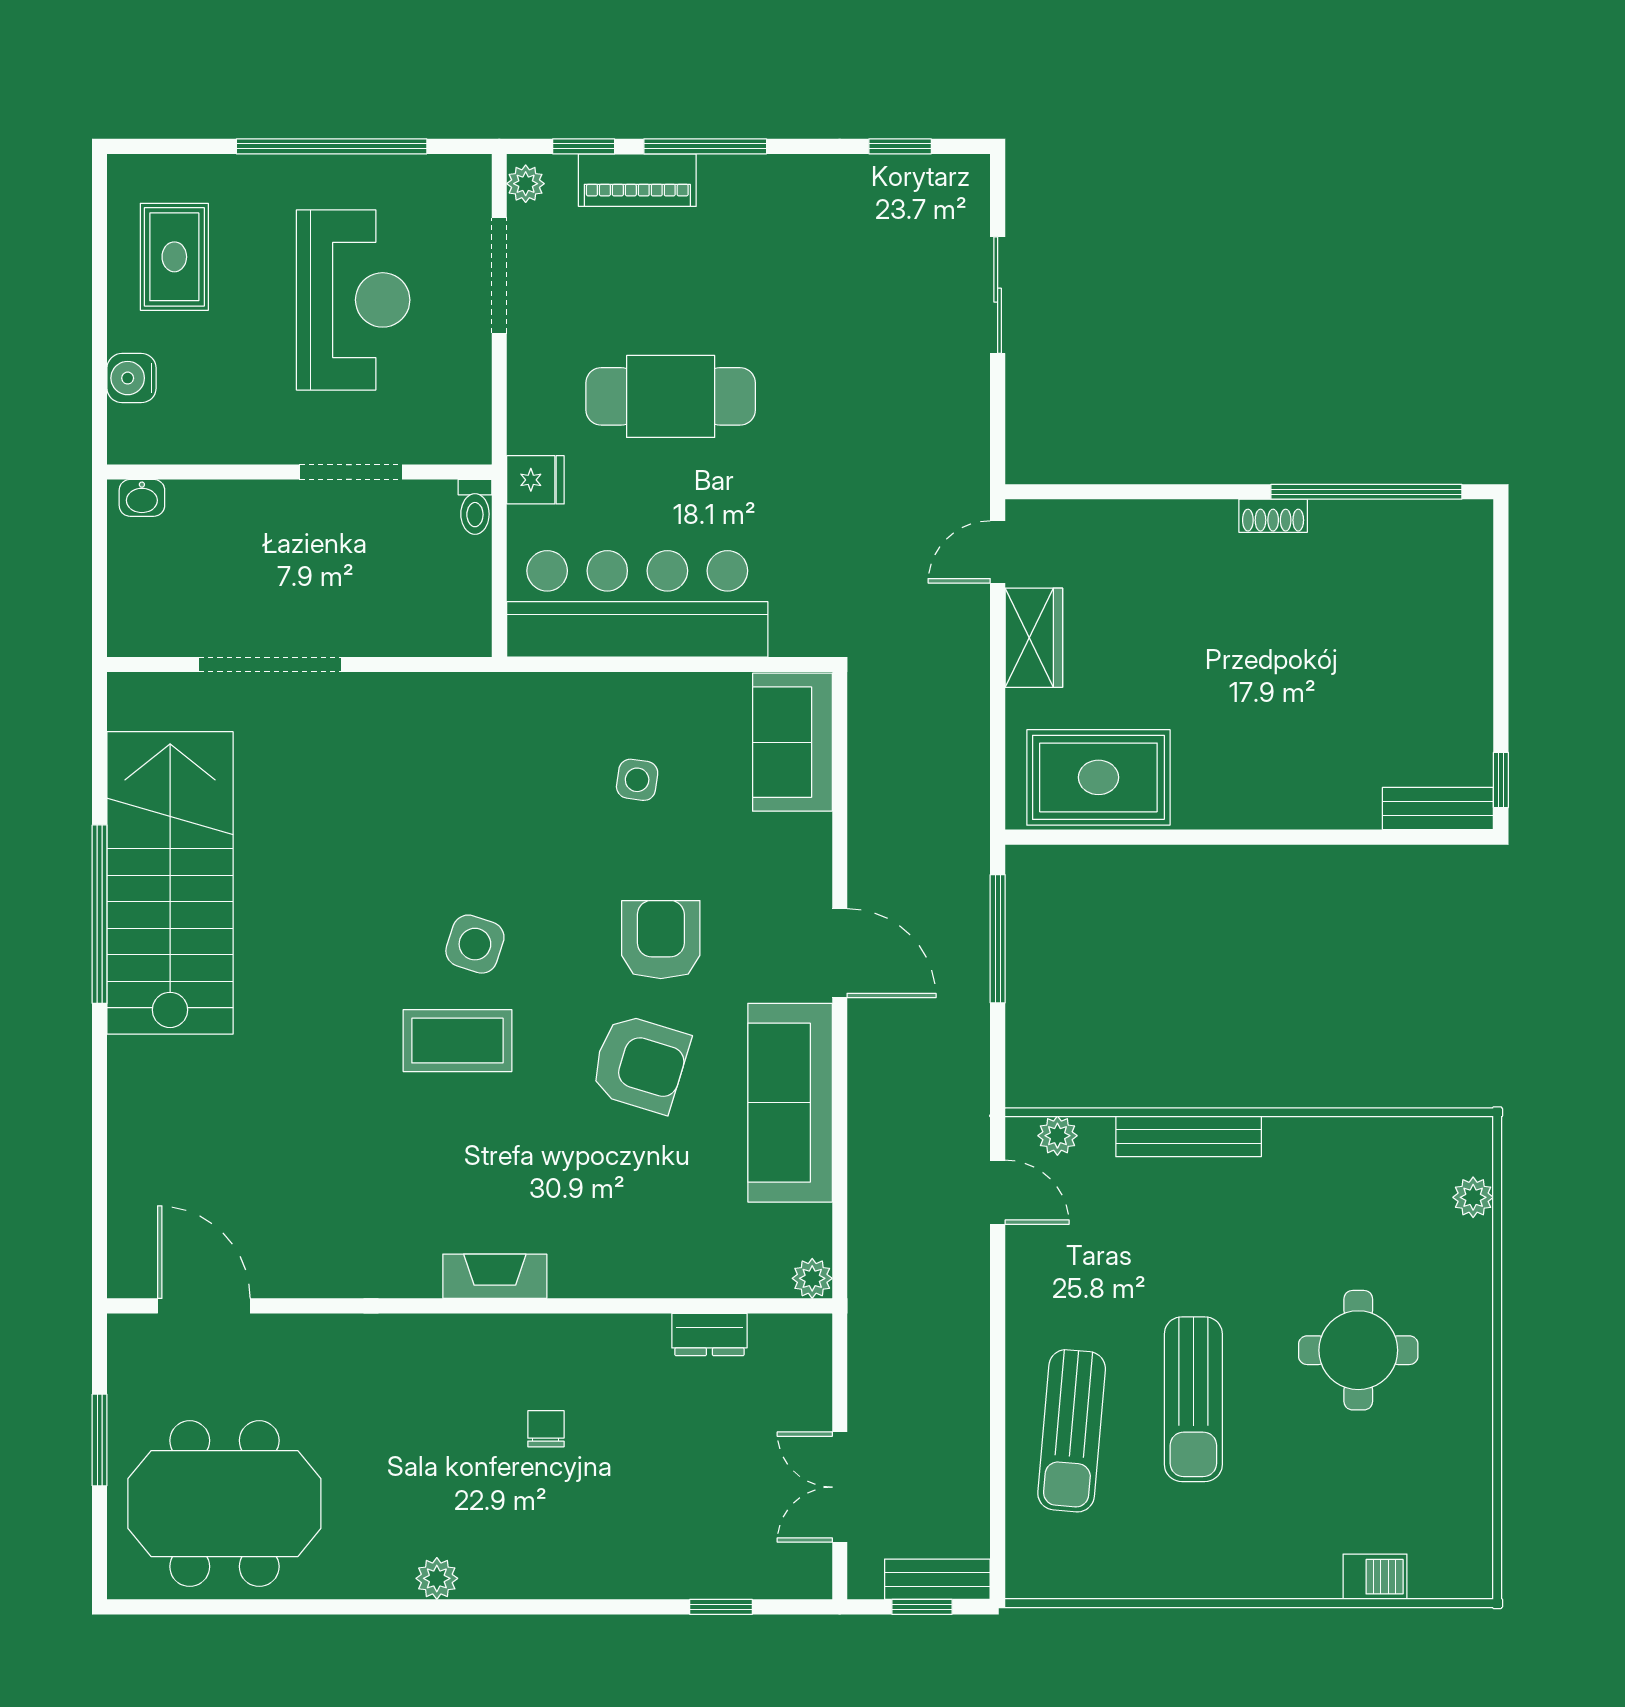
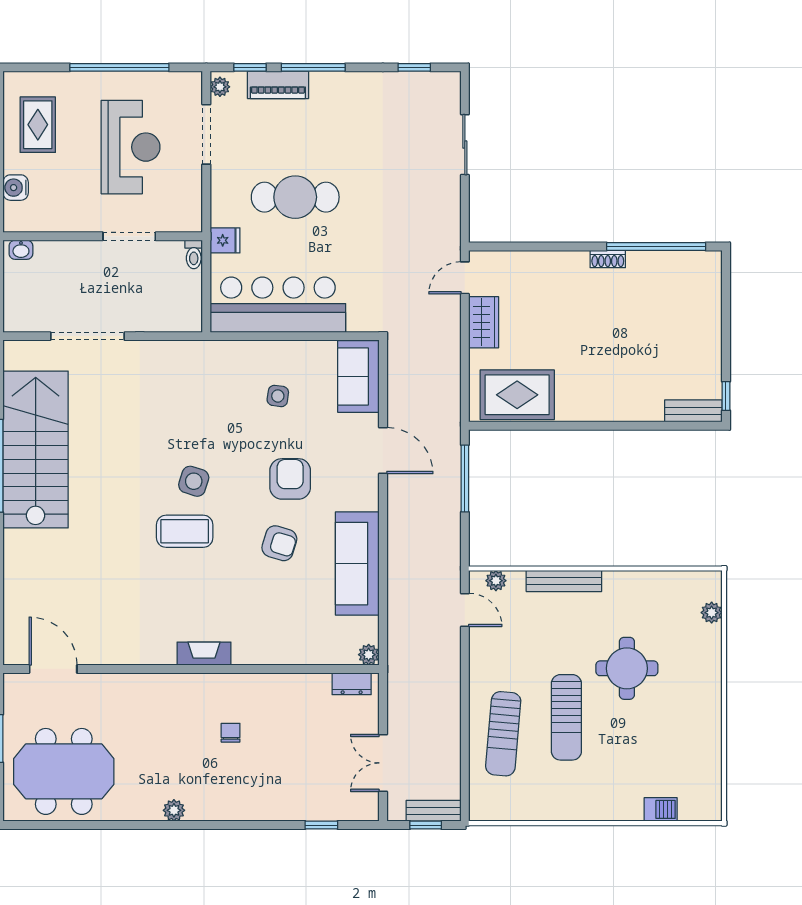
door: (840, 953) -> (383, 451), moved
armchair: (640, 1064) -> (279, 543), width x0.72, depth x0.72
dresser: (709, 1334) -> (352, 684), moved
round table: (1358, 1350) -> (627, 668), moved

